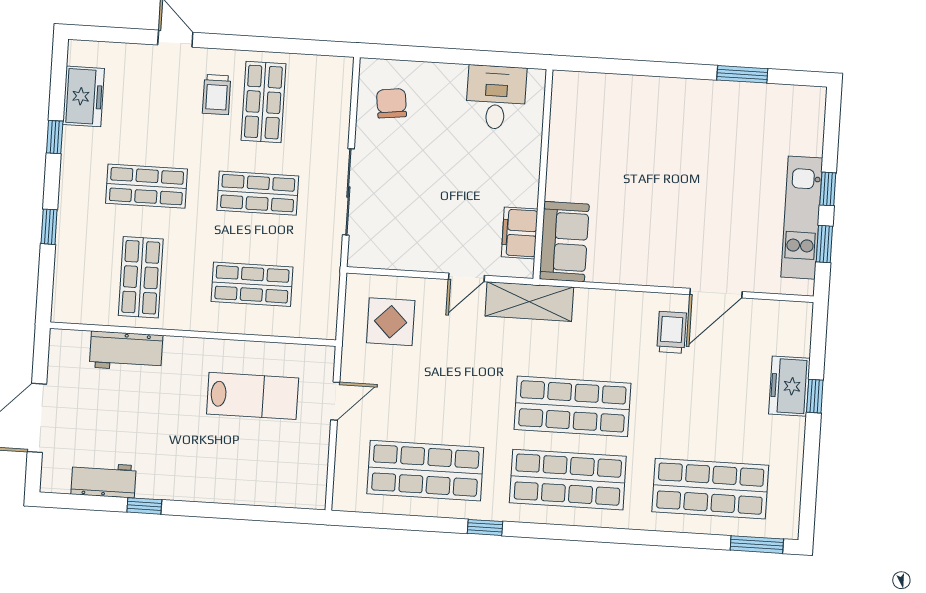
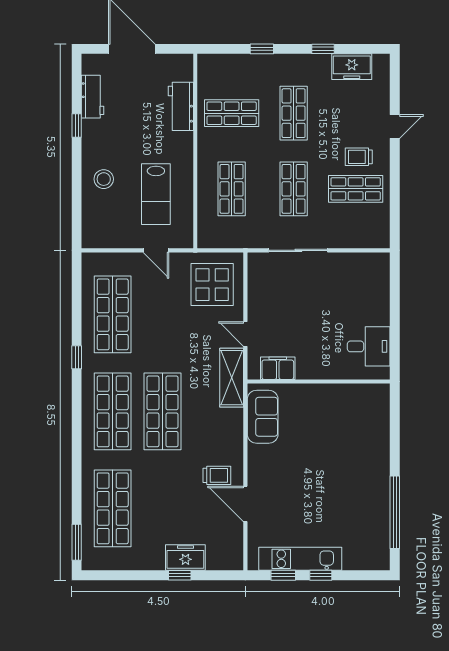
window: (742, 74) -> (395, 512), width x2.11
chair: (392, 103) -> (360, 276), removed
sofa: (564, 242) -> (263, 417), moved, turned -90
display table: (391, 322) -> (212, 285), width x1.36, depth x1.36
stool: (226, 471) -> (104, 179), added

